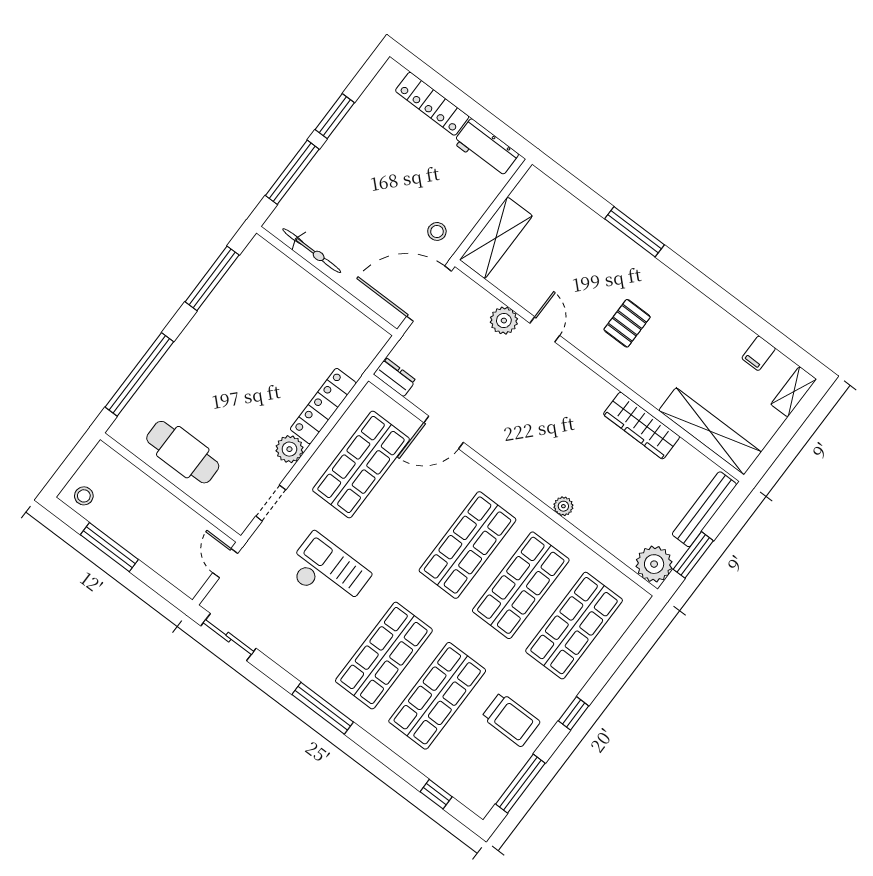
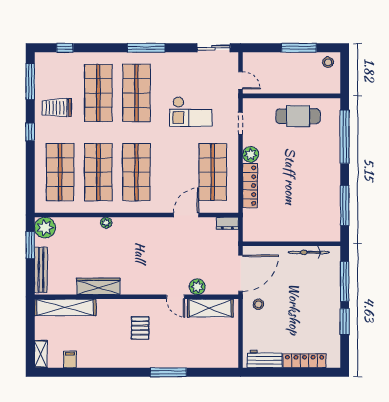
shelving: (496, 238) -> (210, 308), moved, turned 90

